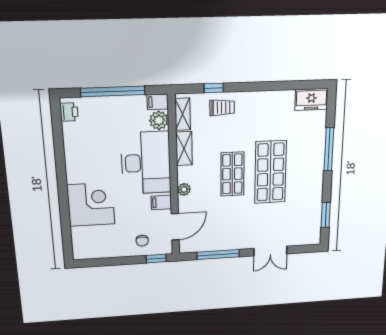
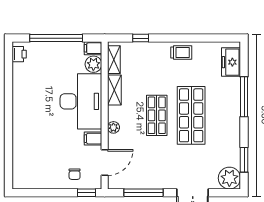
freezer: (311, 99) -> (231, 62), moved, turned 90
trolley: (222, 108) -> (181, 52), moved
corner desk: (91, 204) -> (32, 137), removed
plant: (309, 234) -> (229, 178), added

